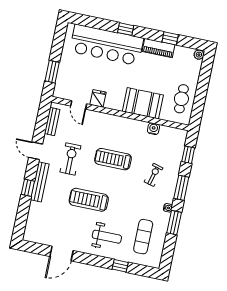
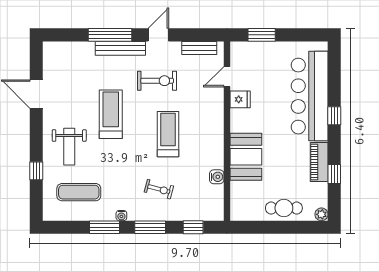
cafe table: (181, 99) -> (284, 208), moved
window: (28, 188) -> (110, 35), width x2.17

